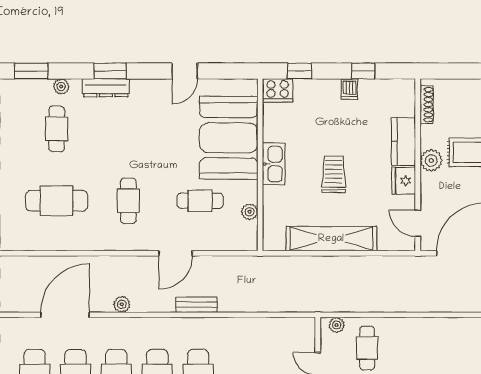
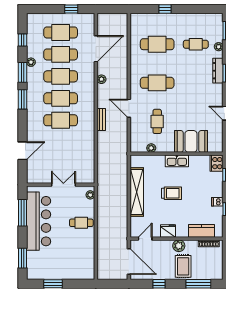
booth: (229, 138) -> (191, 141), width x0.73, depth x0.70
kitchen counter: (403, 141) -> (201, 231), moved
cafe table: (57, 201) -> (157, 44), turned 90
cafe table: (128, 201) -> (157, 83), width x1.37, depth x1.35
door: (65, 315) -> (96, 49), hinge flipped
cafe table: (367, 348) -> (81, 223), moved

